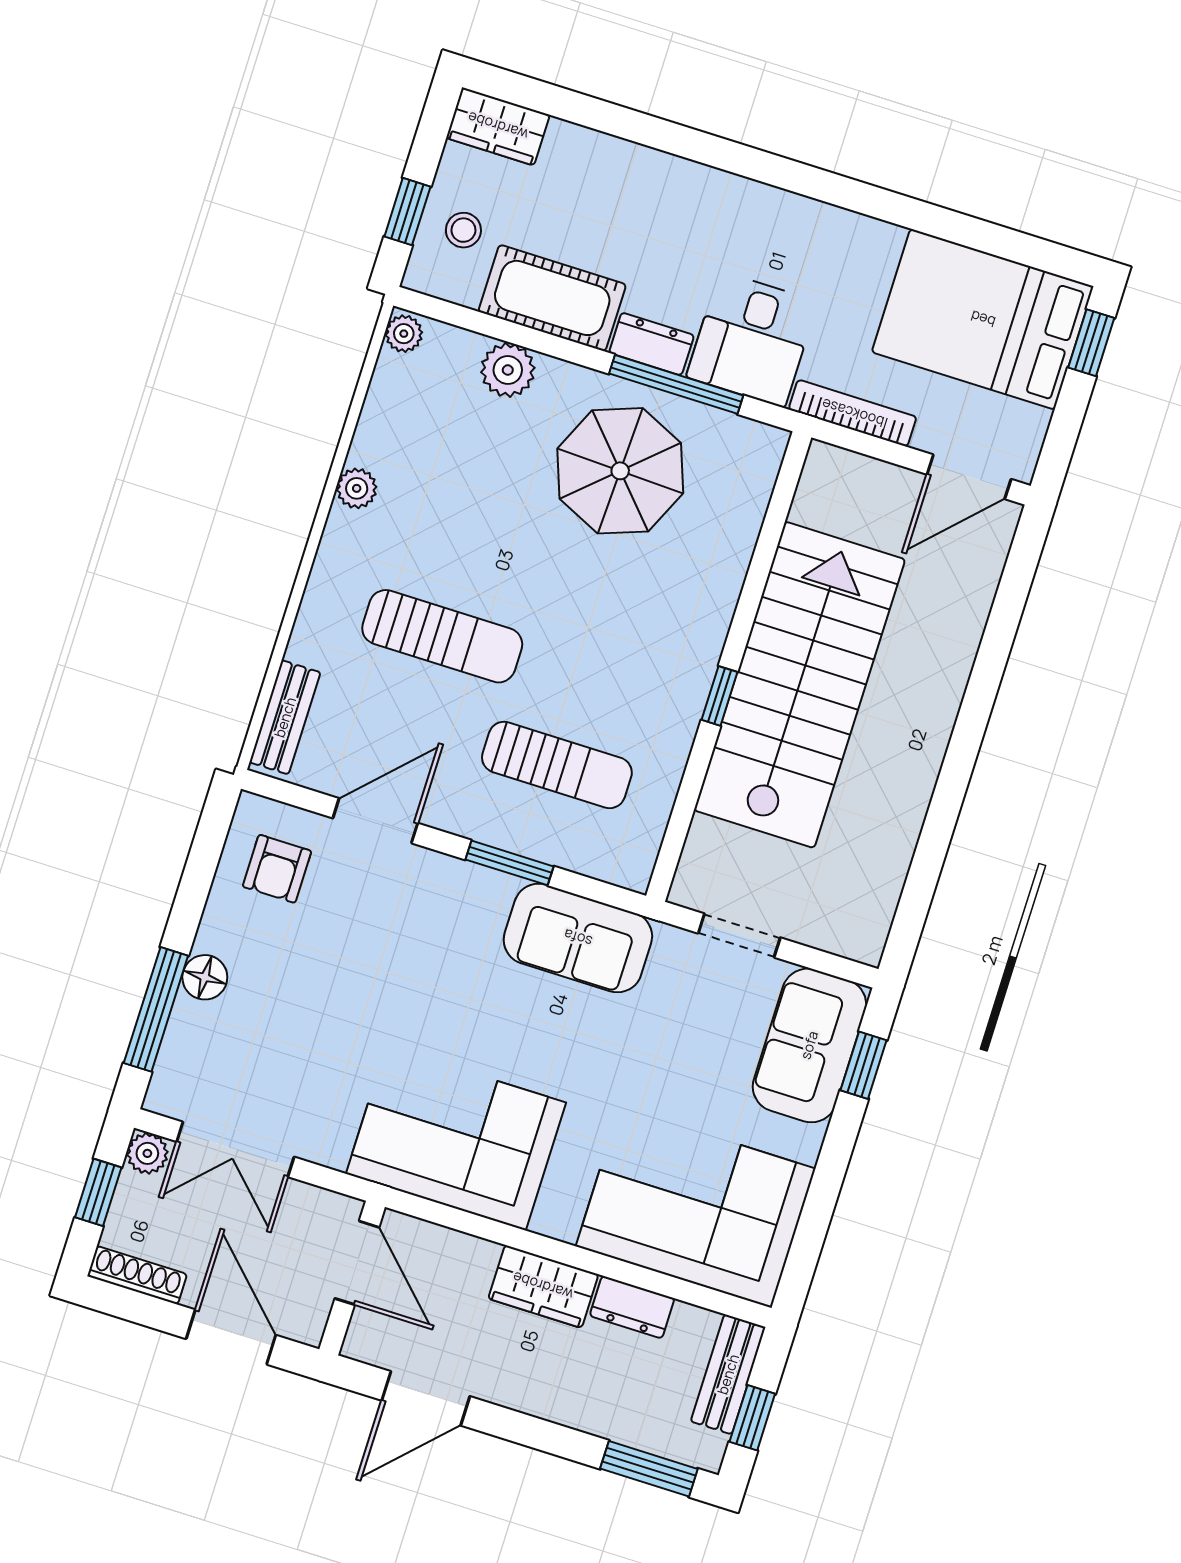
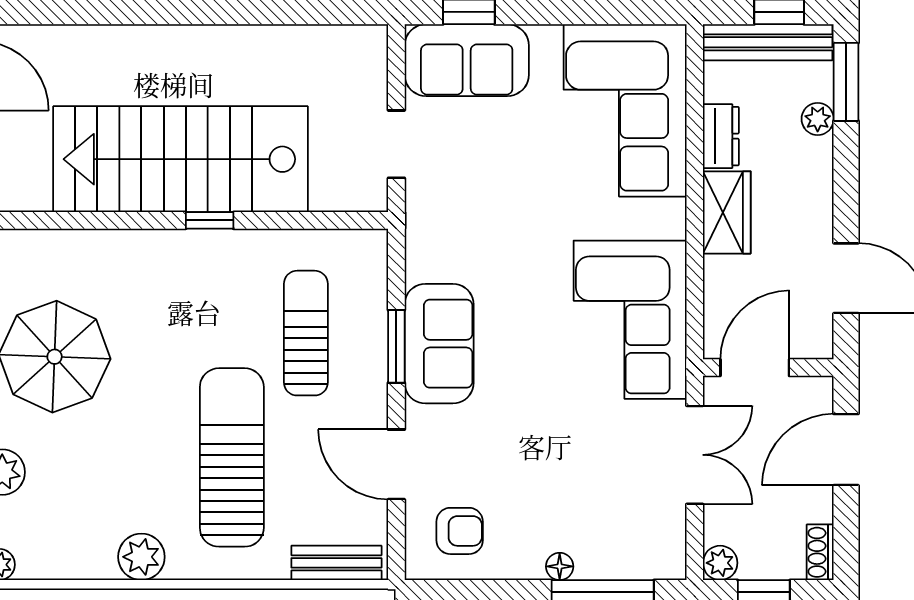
plant: (357, 488) -> (141, 557), width x1.38, depth x1.38
sun lounger: (442, 636) -> (232, 457), width x1.36, depth x1.34
sofa: (578, 938) -> (439, 344), moved
floor lamp: (205, 977) -> (560, 566), width x0.73, depth x0.73
double door: (235, 1149) -> (695, 455), moved
shoe rack: (137, 1275) -> (820, 552), width x0.70
bench: (728, 1374) -> (768, 42), width x1.36
plant: (617, 1423) -> (818, 119), added

